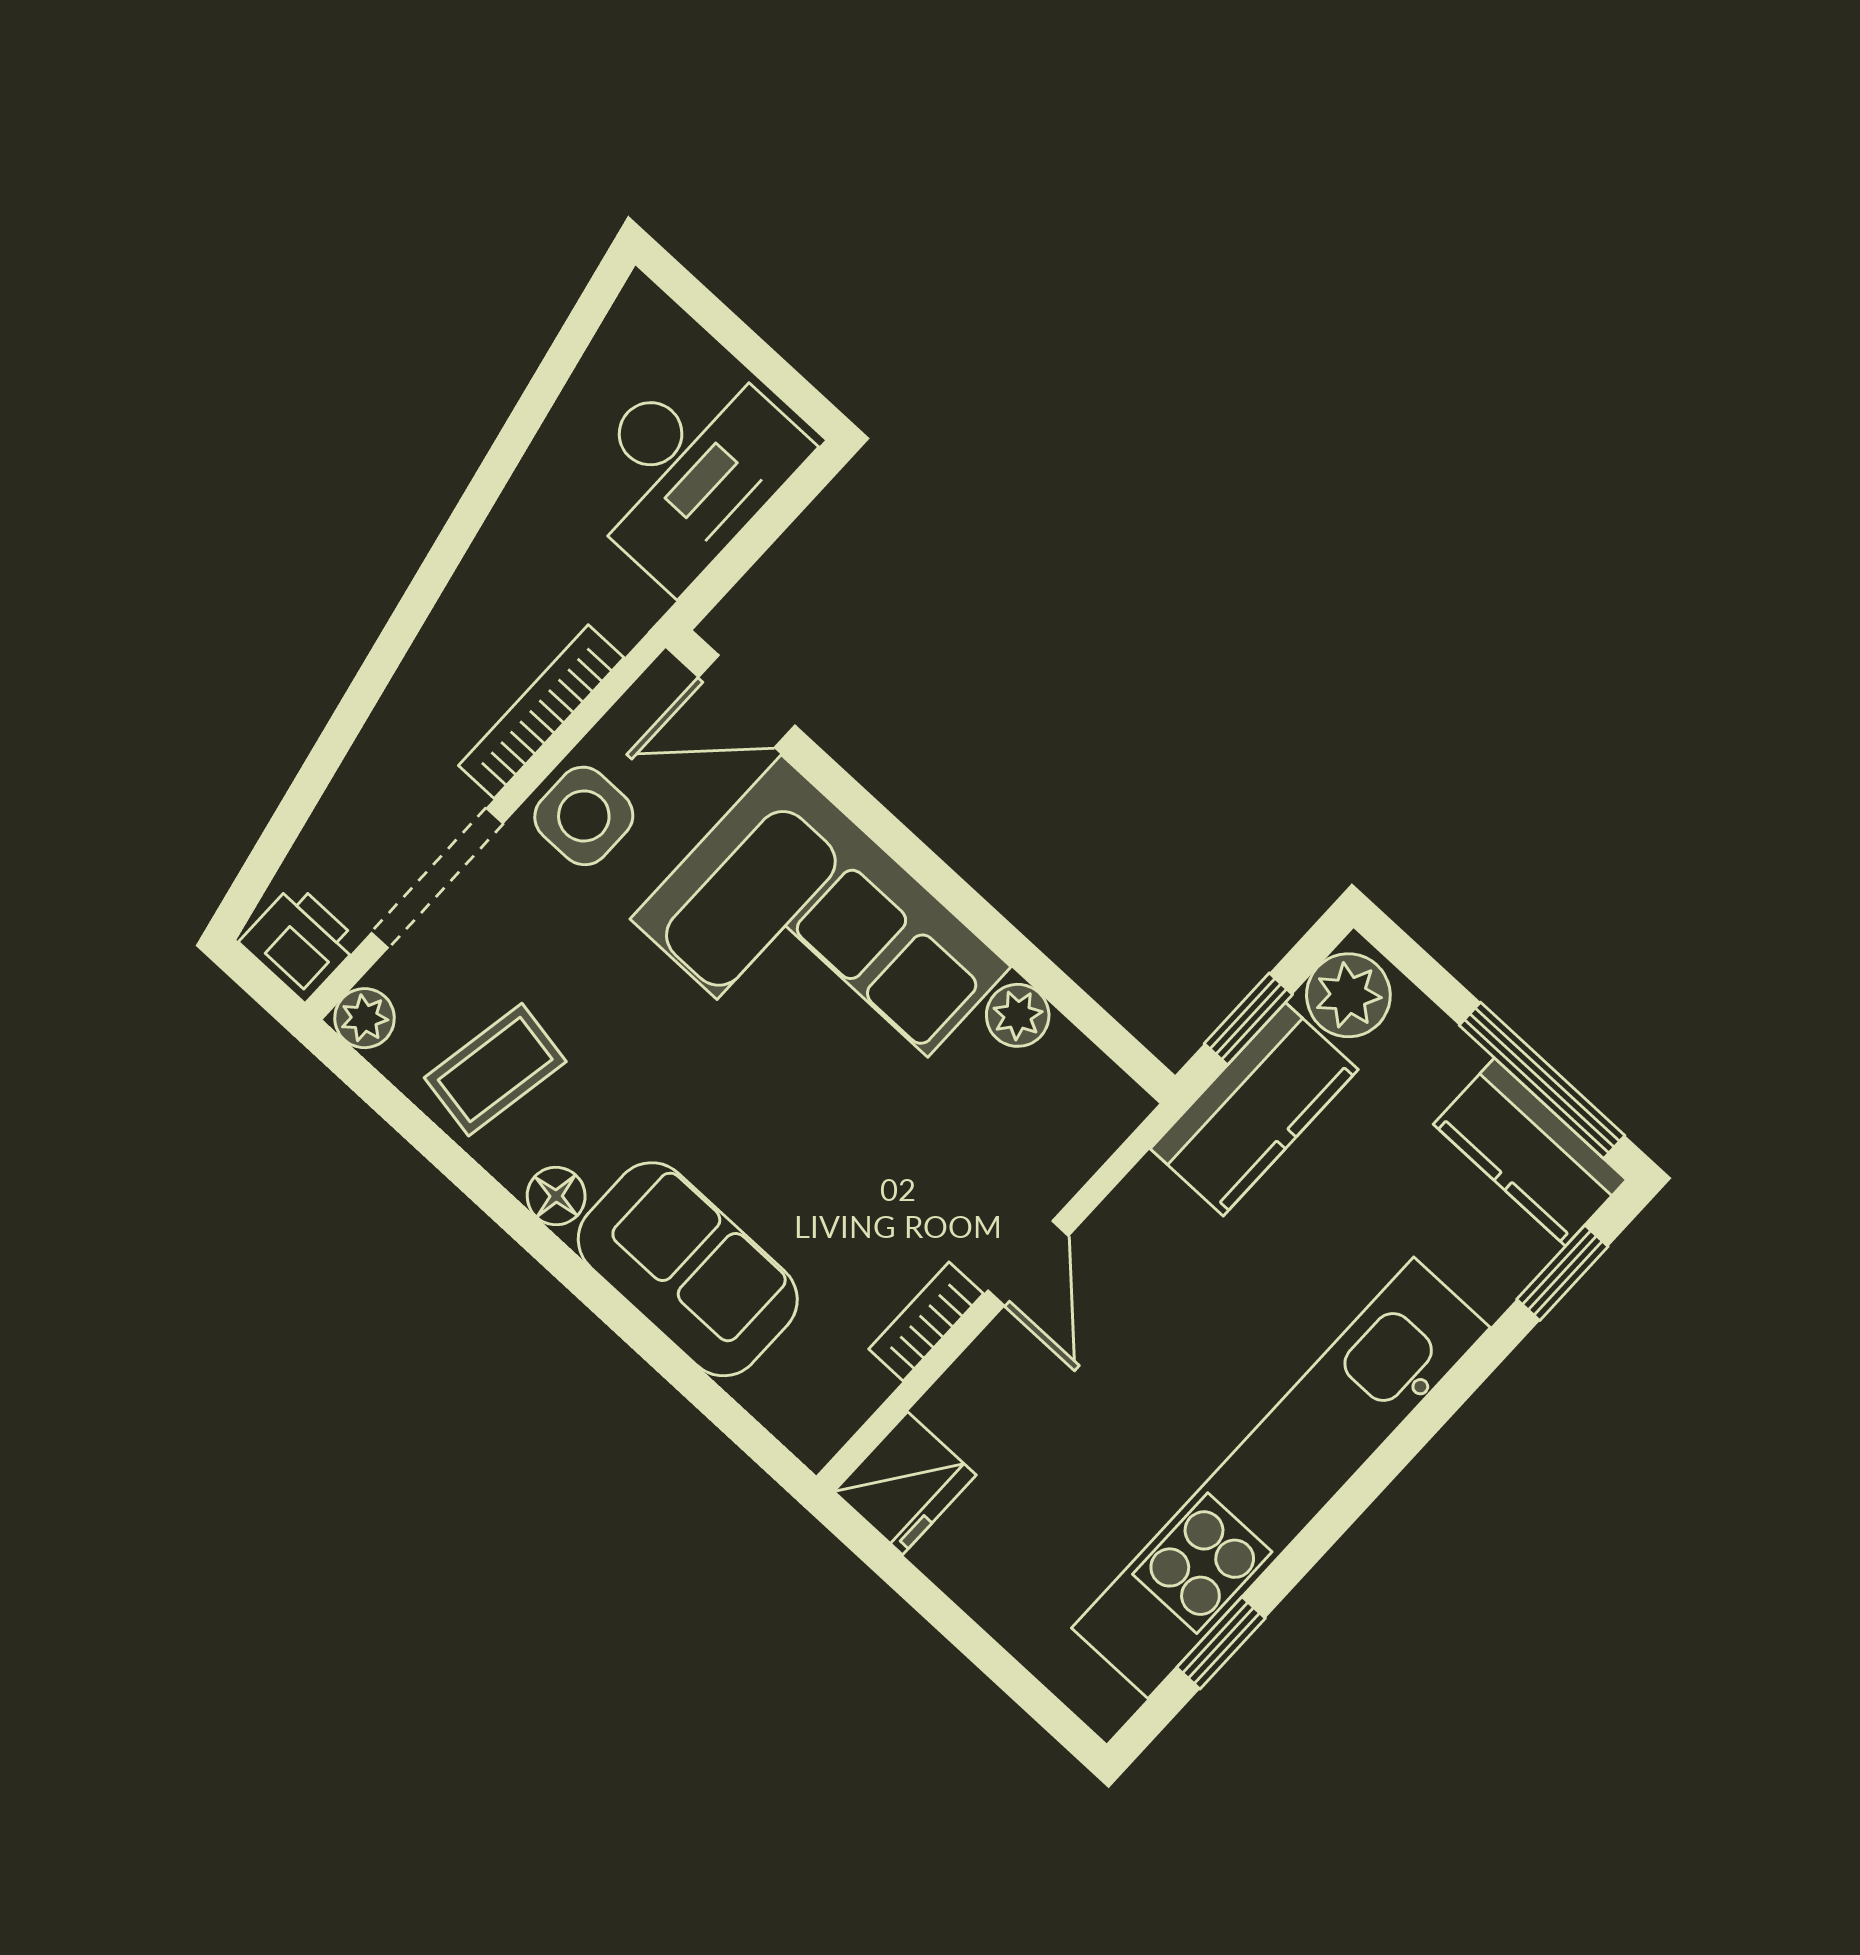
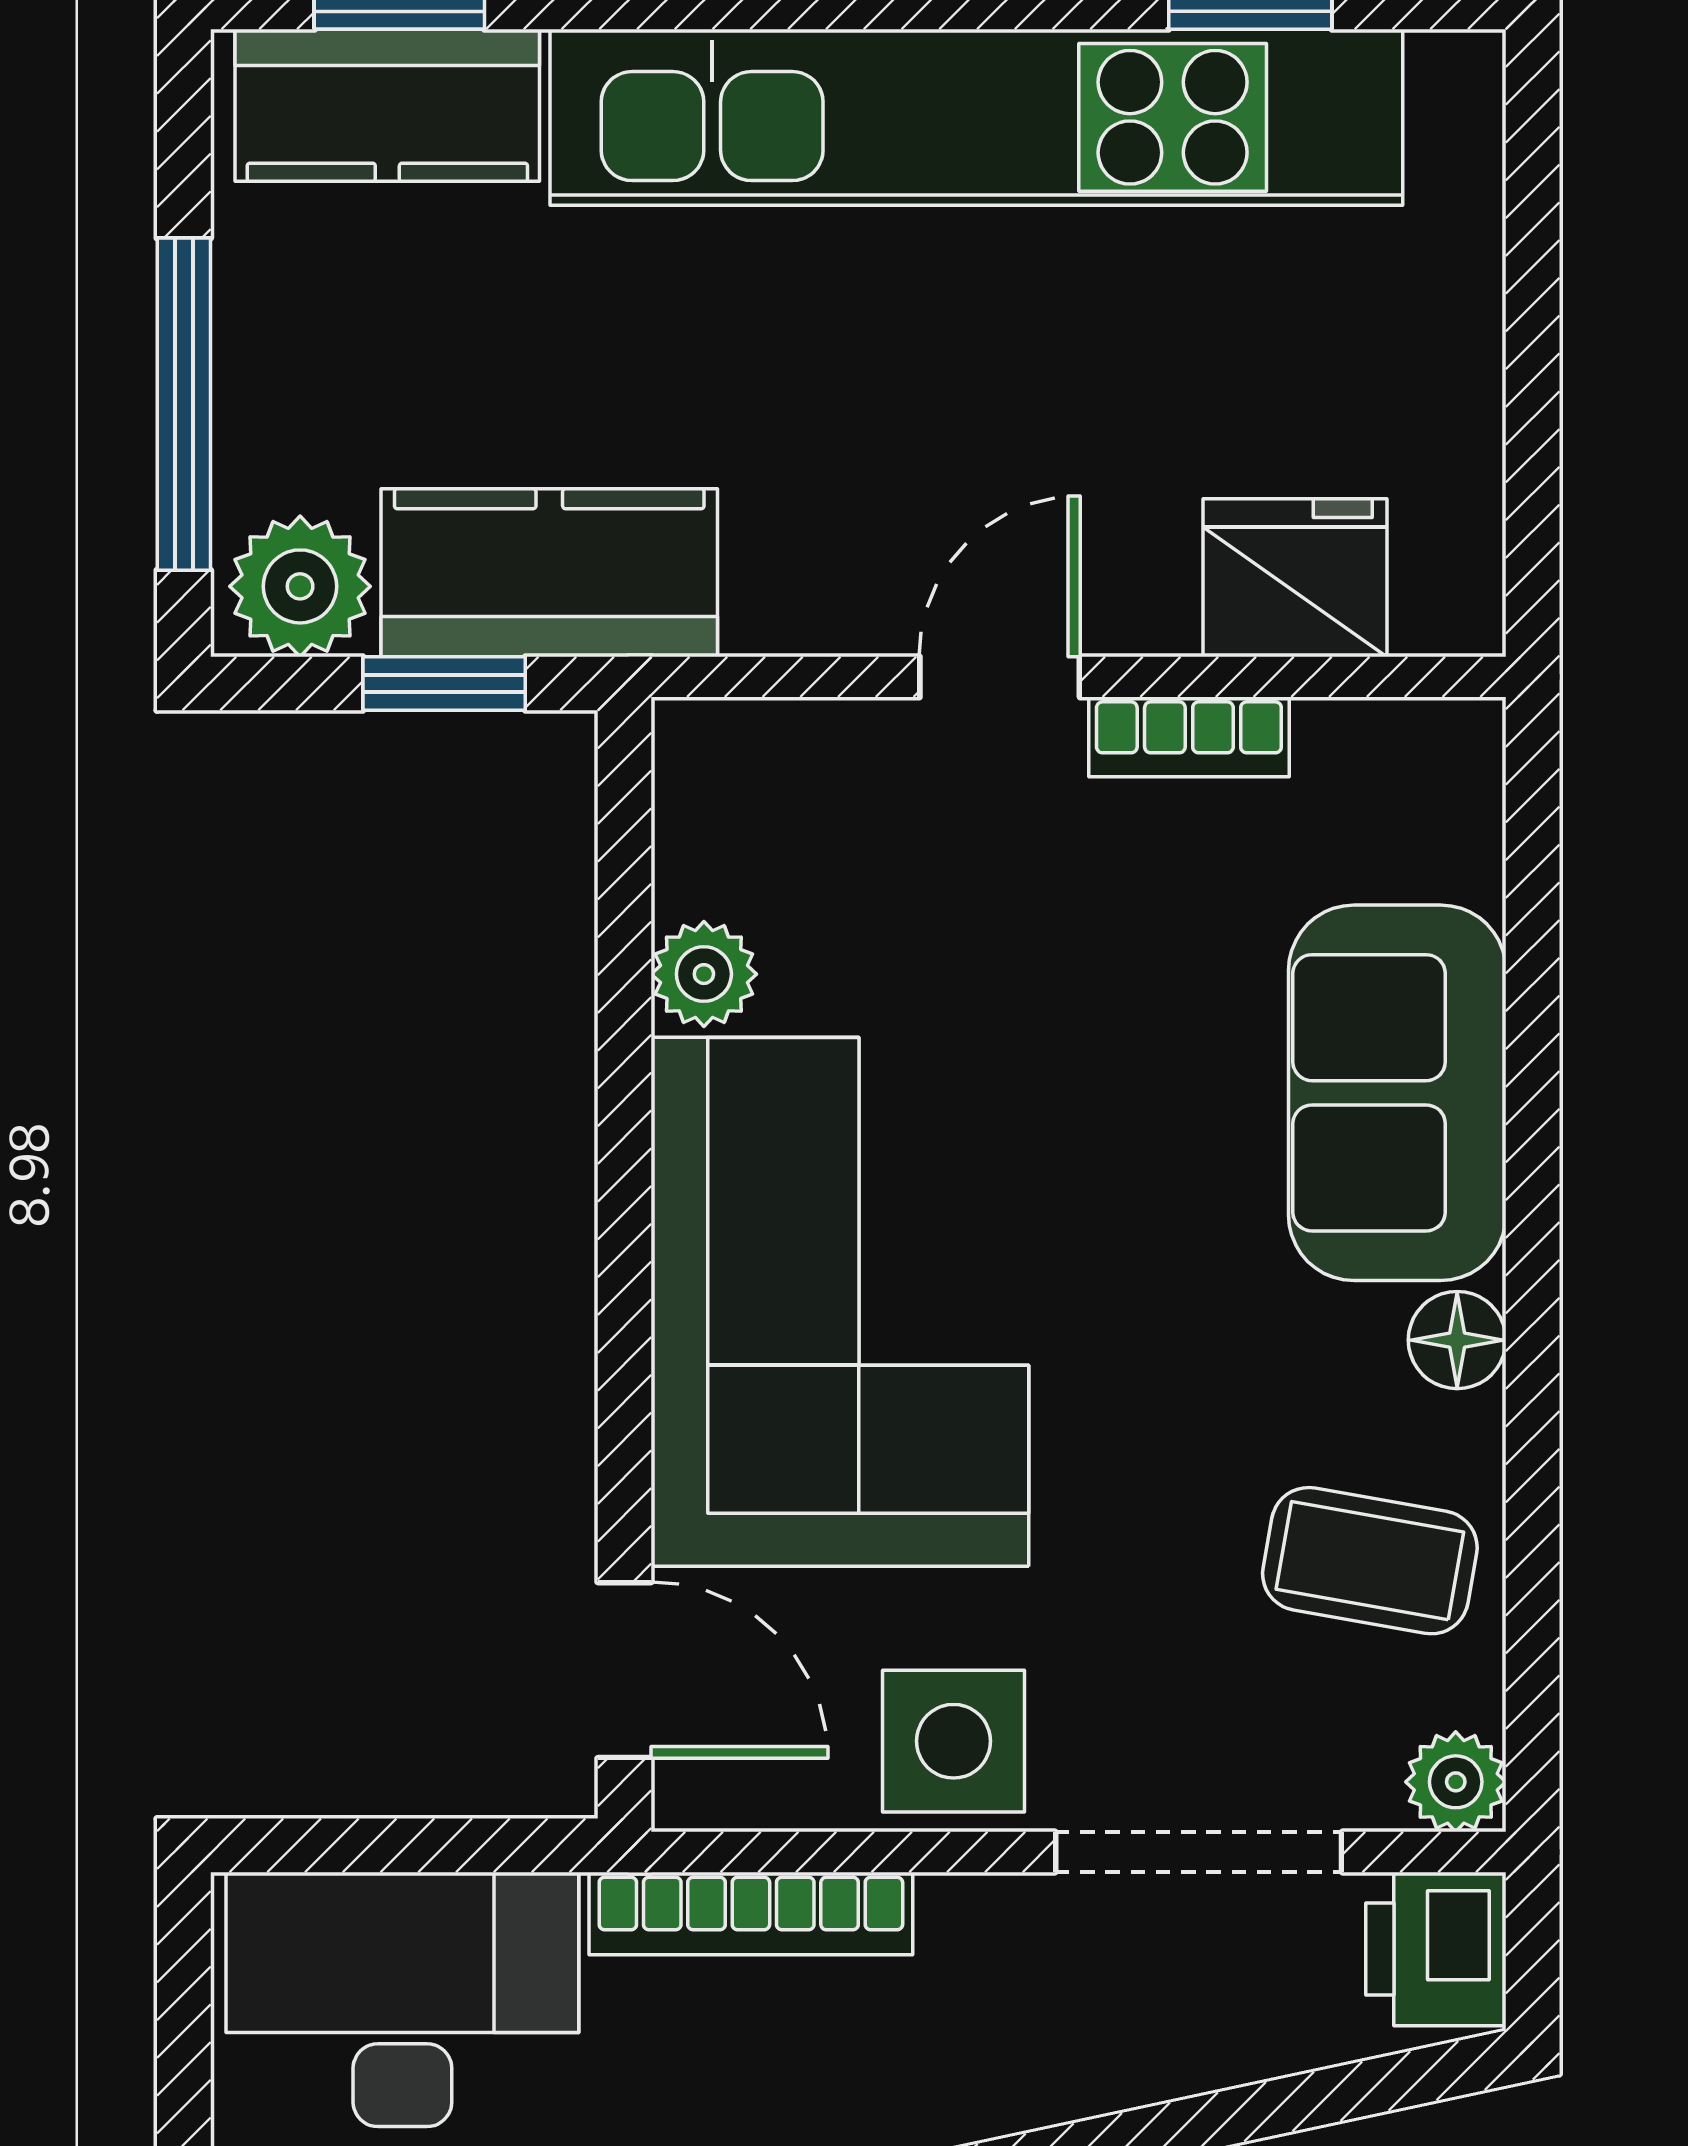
bookcase: (541, 712) -> (751, 1913), moved
window: (1542, 1080) -> (184, 404), moved
kitchen counter: (1530, 1152) -> (387, 105), moved, turned 90
fridge: (905, 1483) -> (1295, 578), moved

